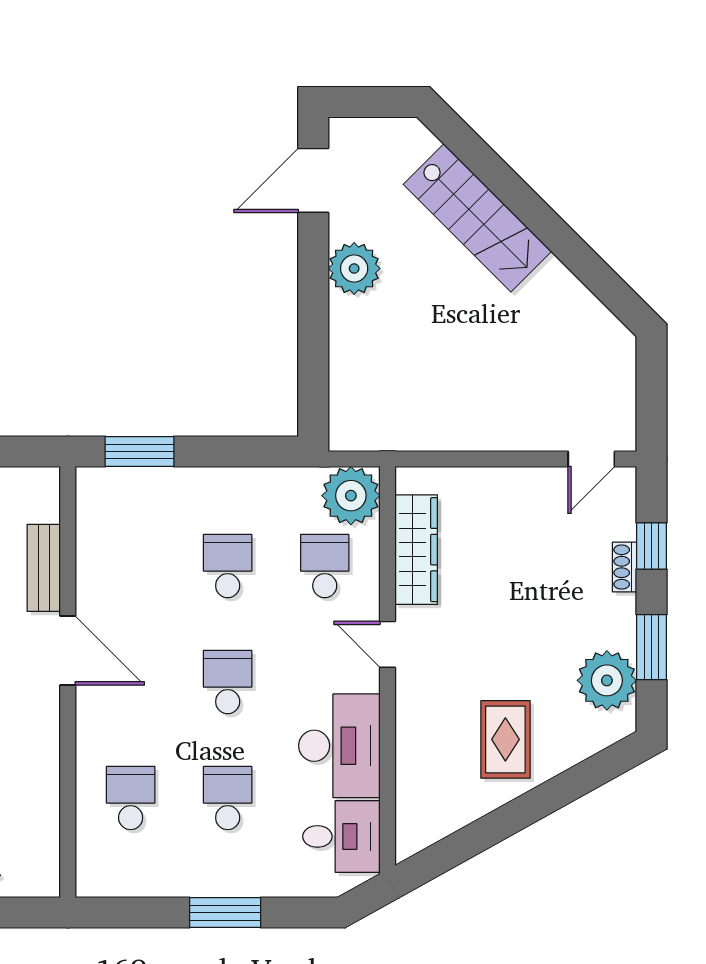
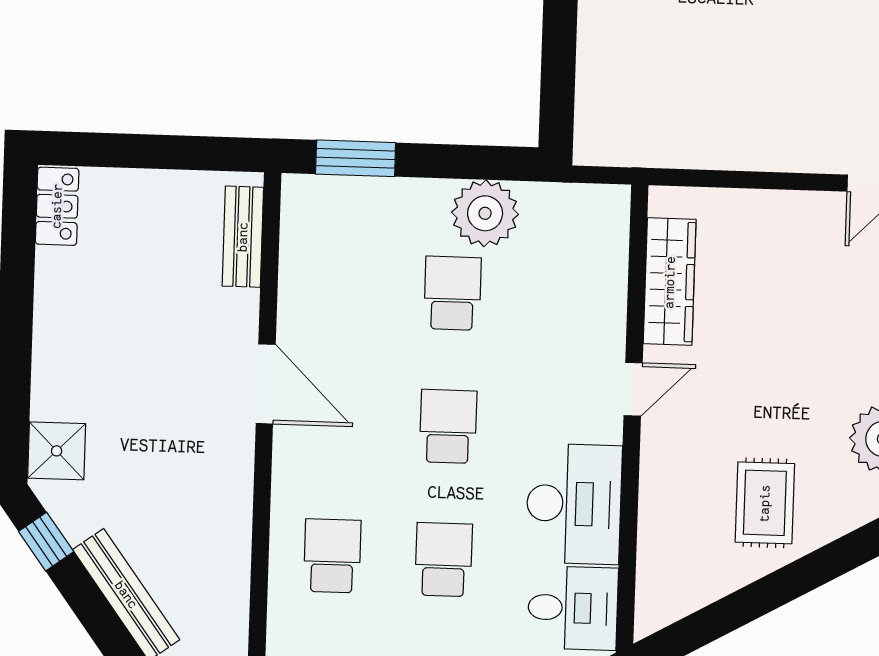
plant: (351, 496) -> (485, 213), moved
school desk: (325, 566) -> (564, 297), removed
bench: (44, 568) -> (243, 237), moved
door: (388, 644) -> (633, 389), swing flipped

